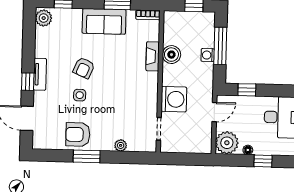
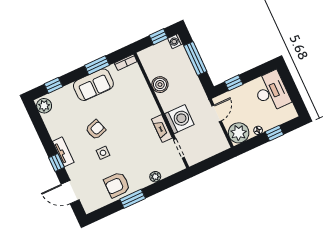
washing machine: (208, 55) -> (175, 41), moved
fireplace: (153, 56) -> (162, 129), moved
armchair: (84, 68) -> (96, 130), turned -131

